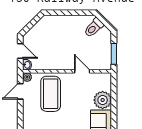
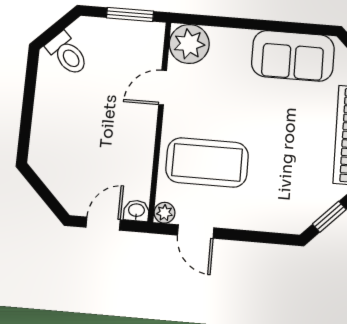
plant: (103, 100) -> (189, 44), moved

